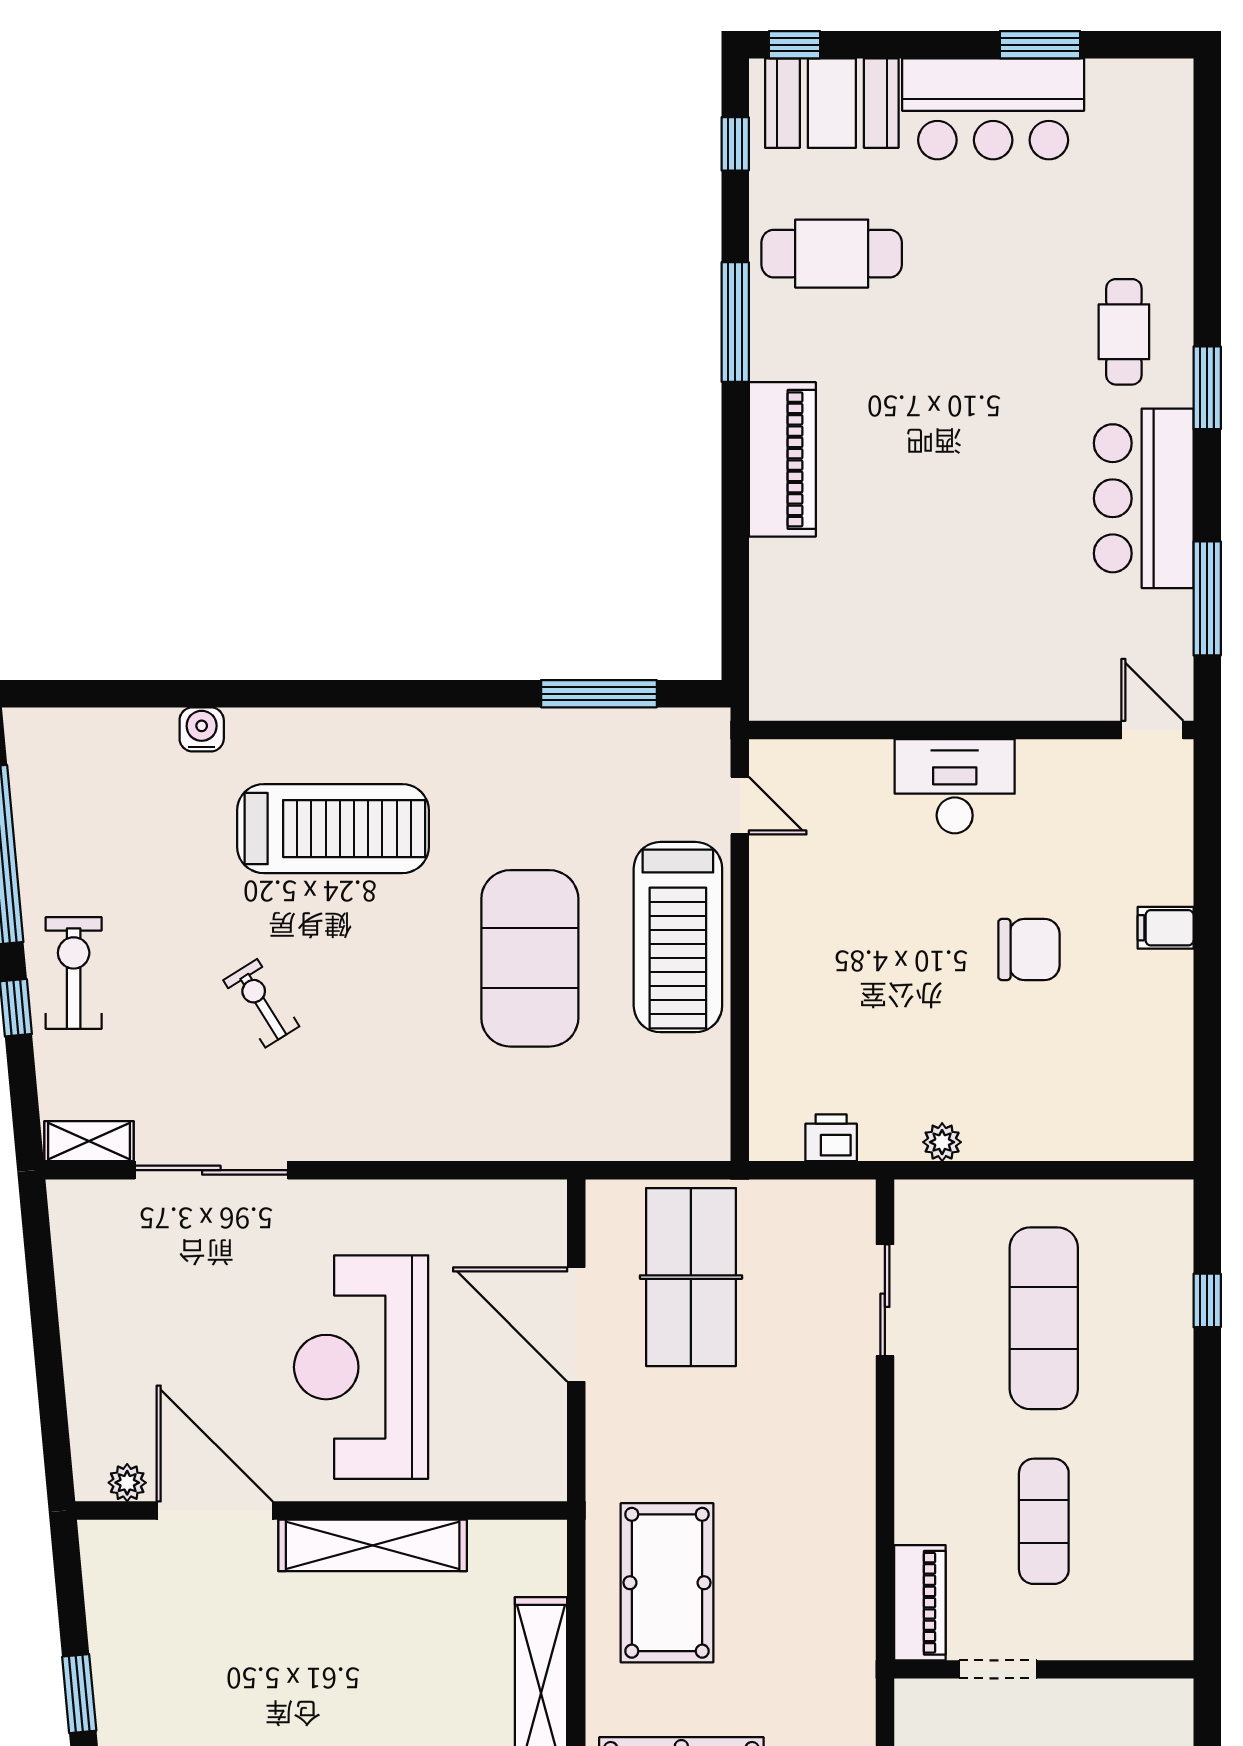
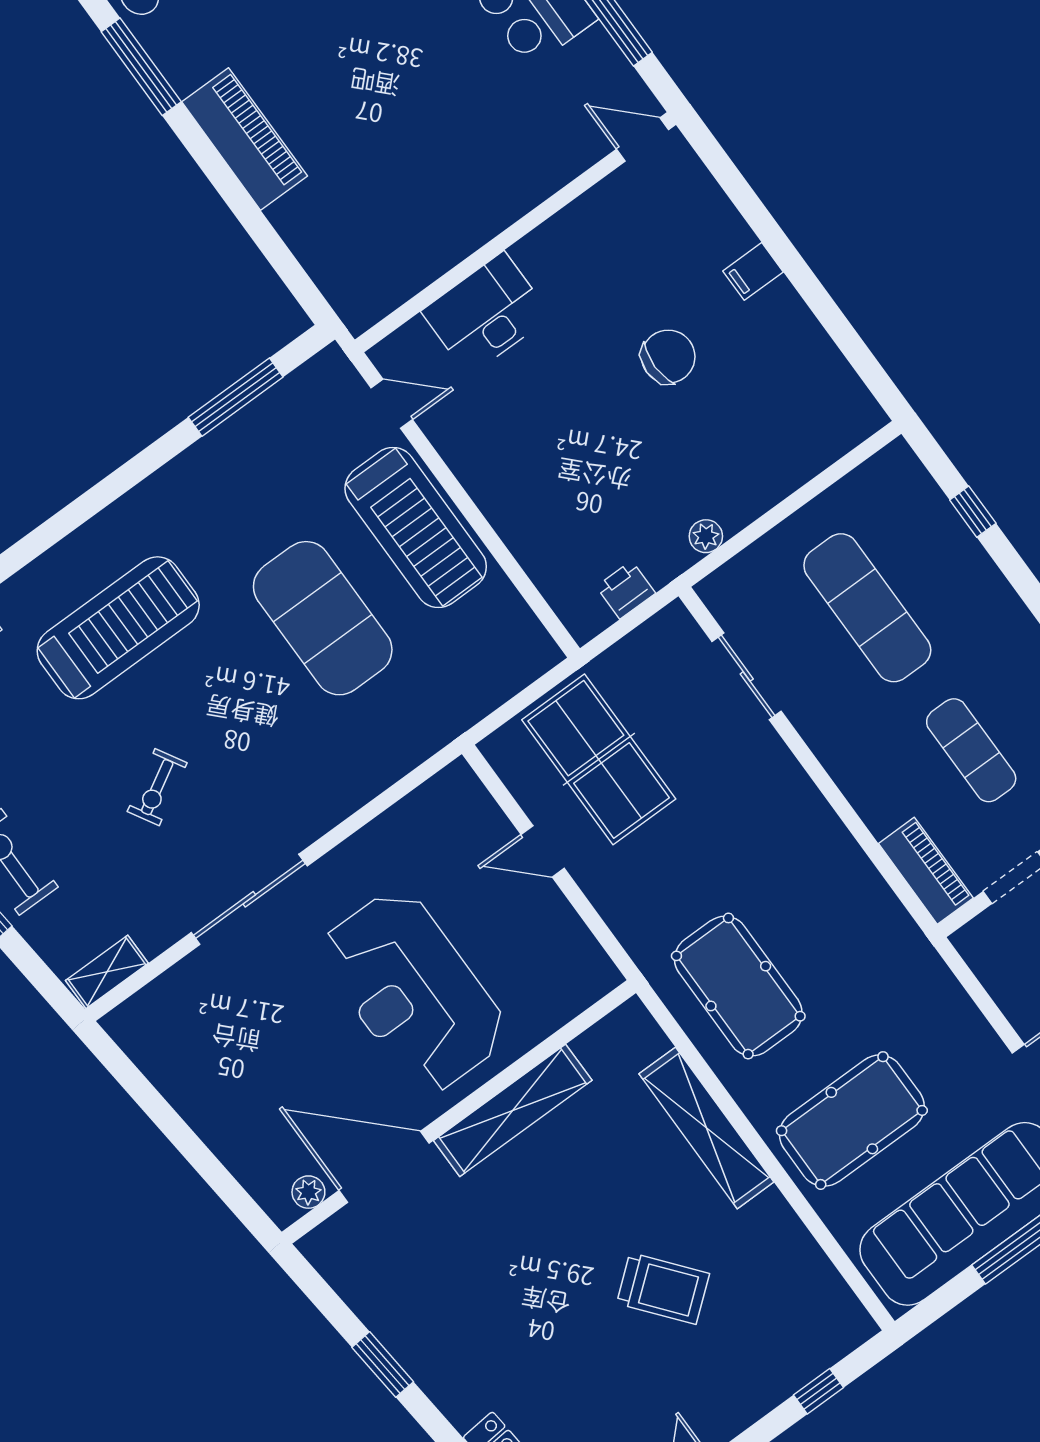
desk: (955, 786) -> (486, 314), moved
exercise bike: (261, 1003) -> (157, 787), turned -88
sliding door: (211, 1170) -> (249, 899), moved
door: (576, 1324) -> (543, 851), width x0.53

